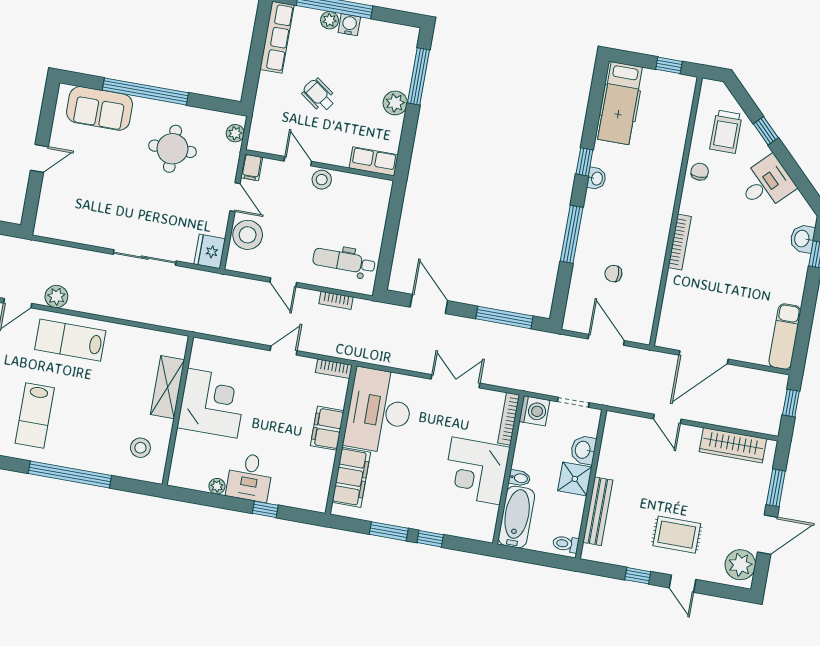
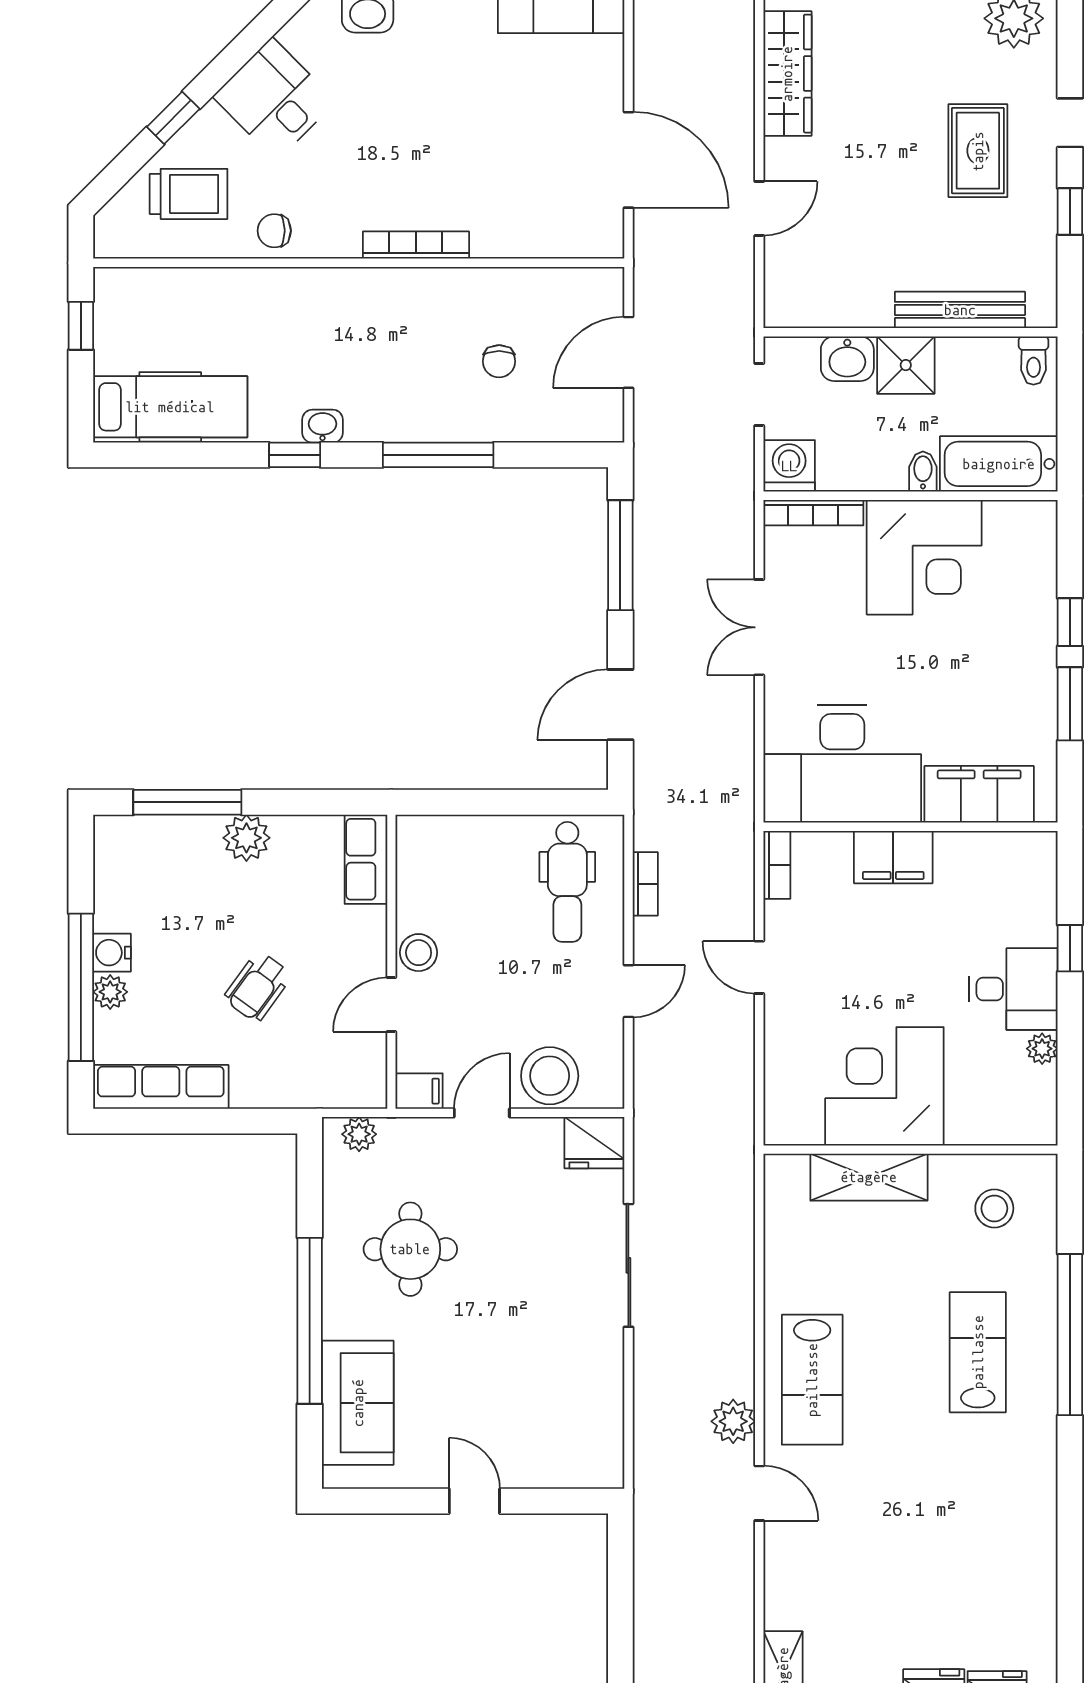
lab bench: (35, 416) -> (978, 1352), moved, turned -90

